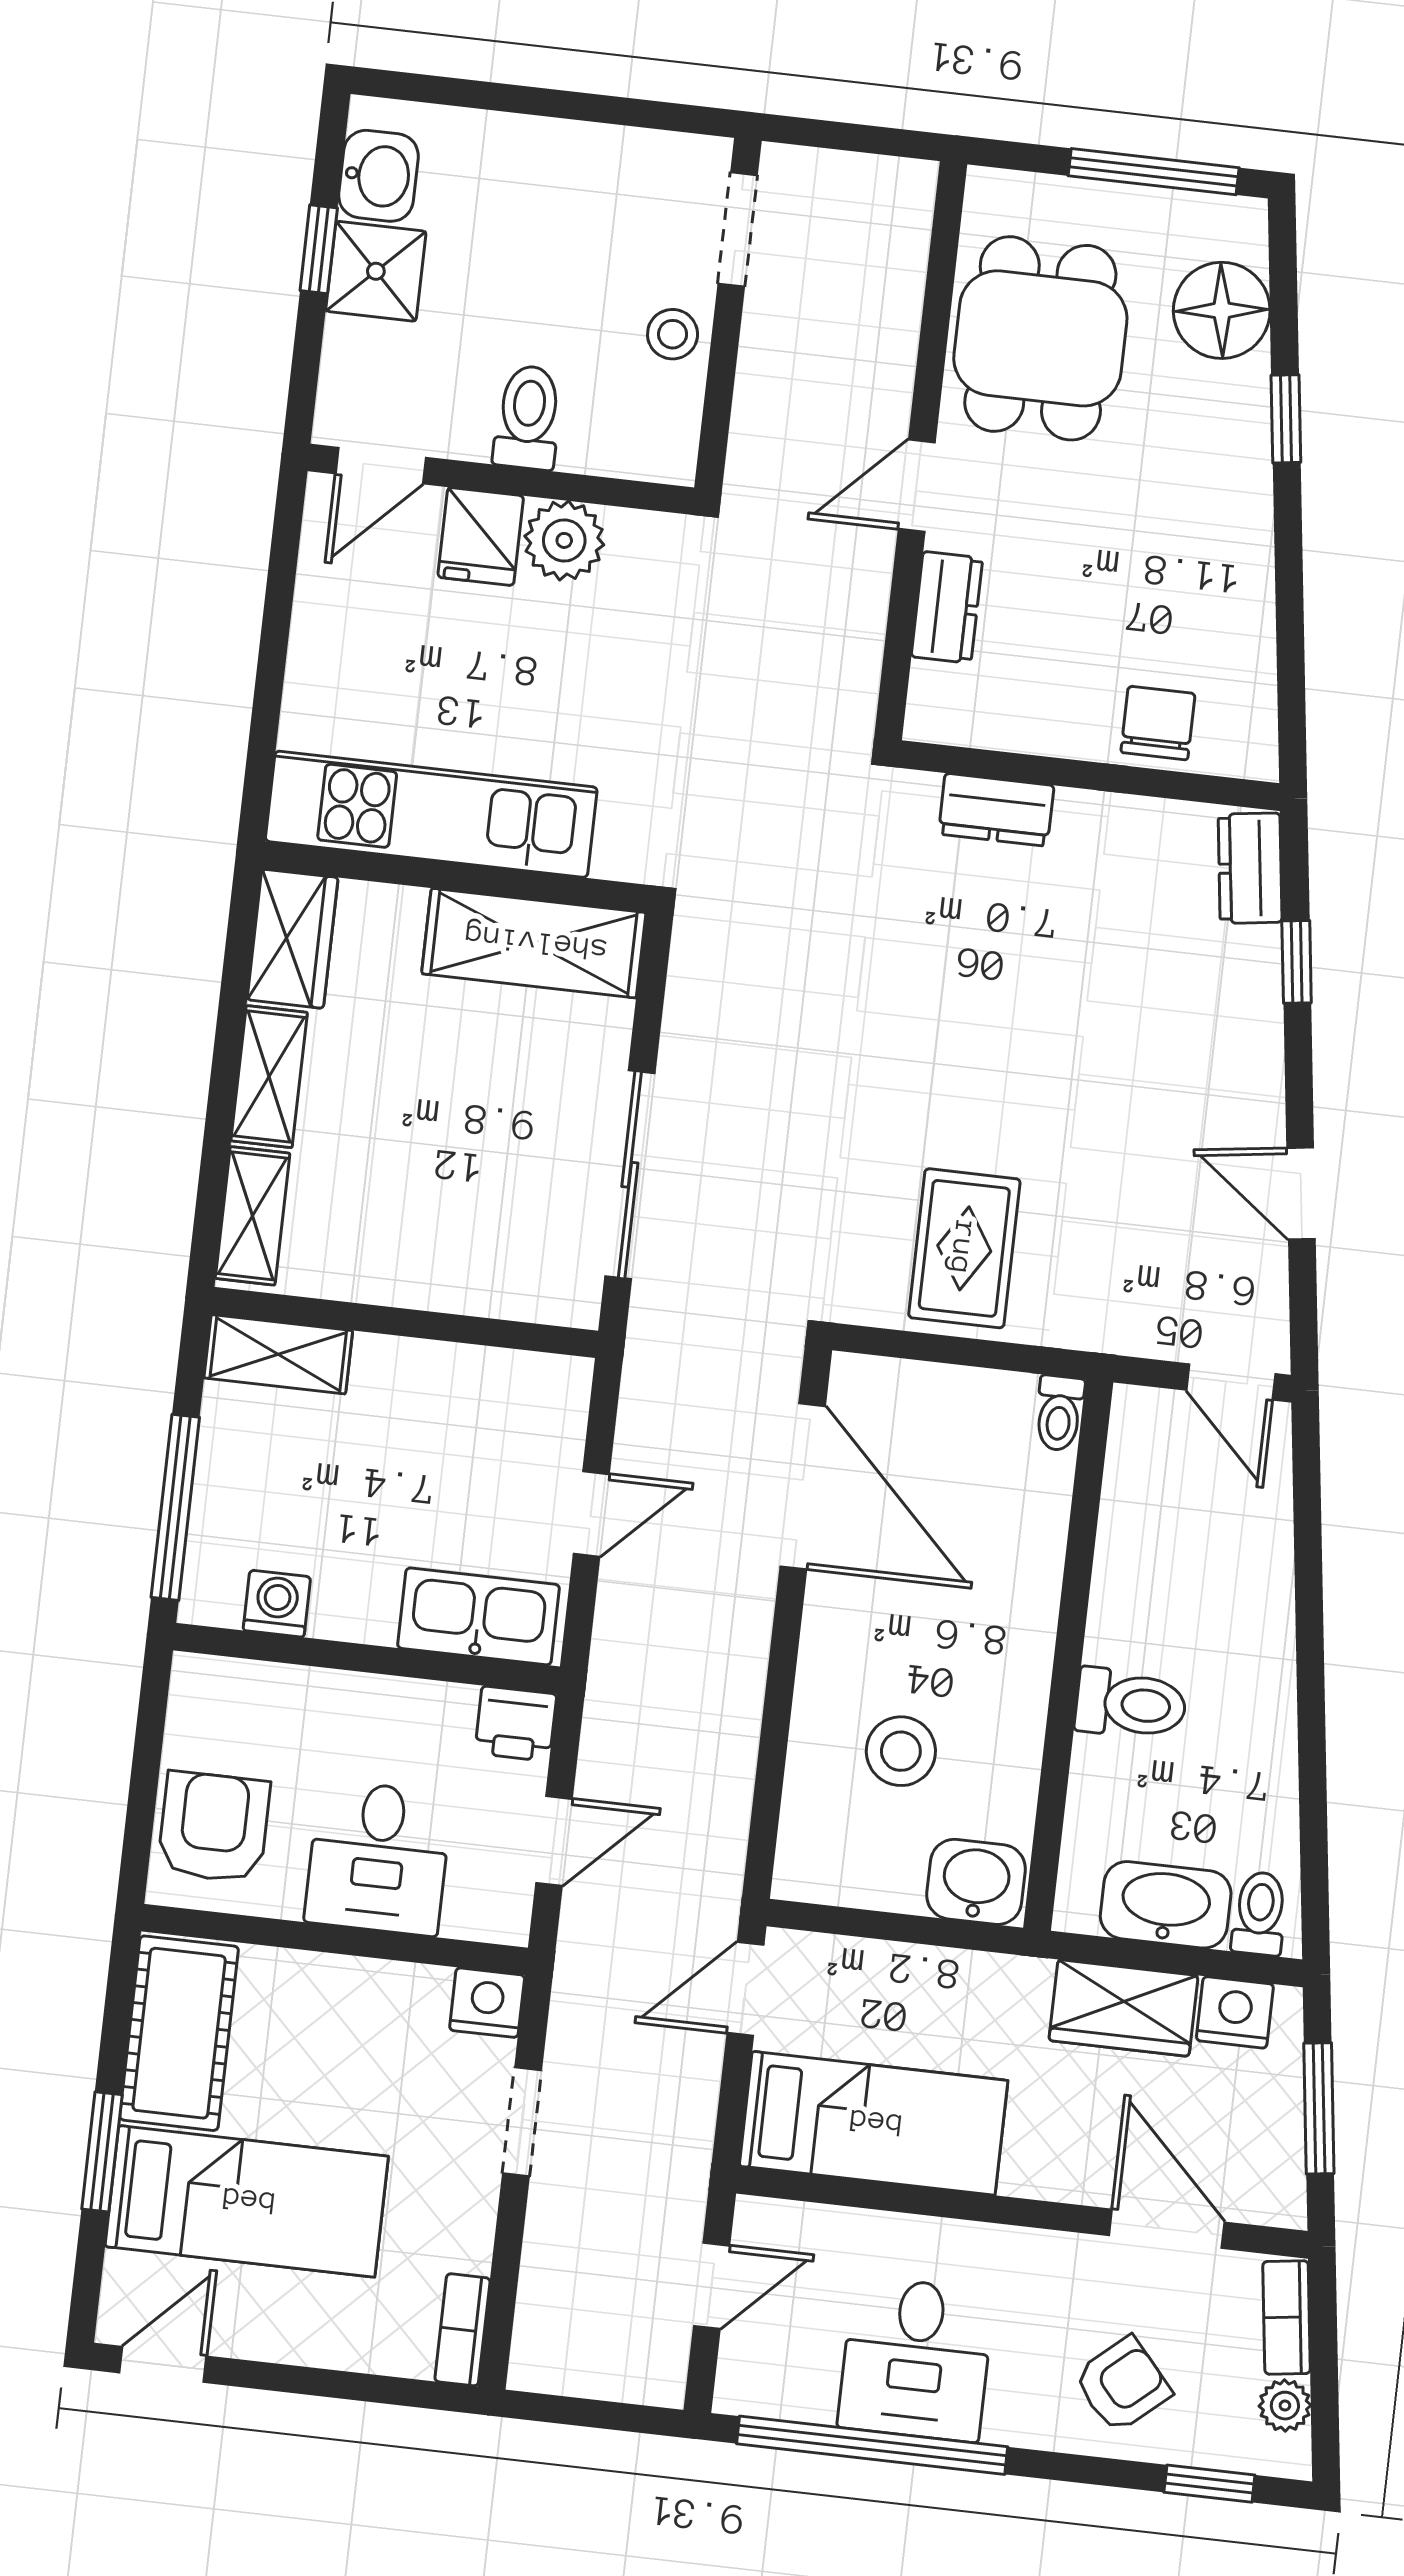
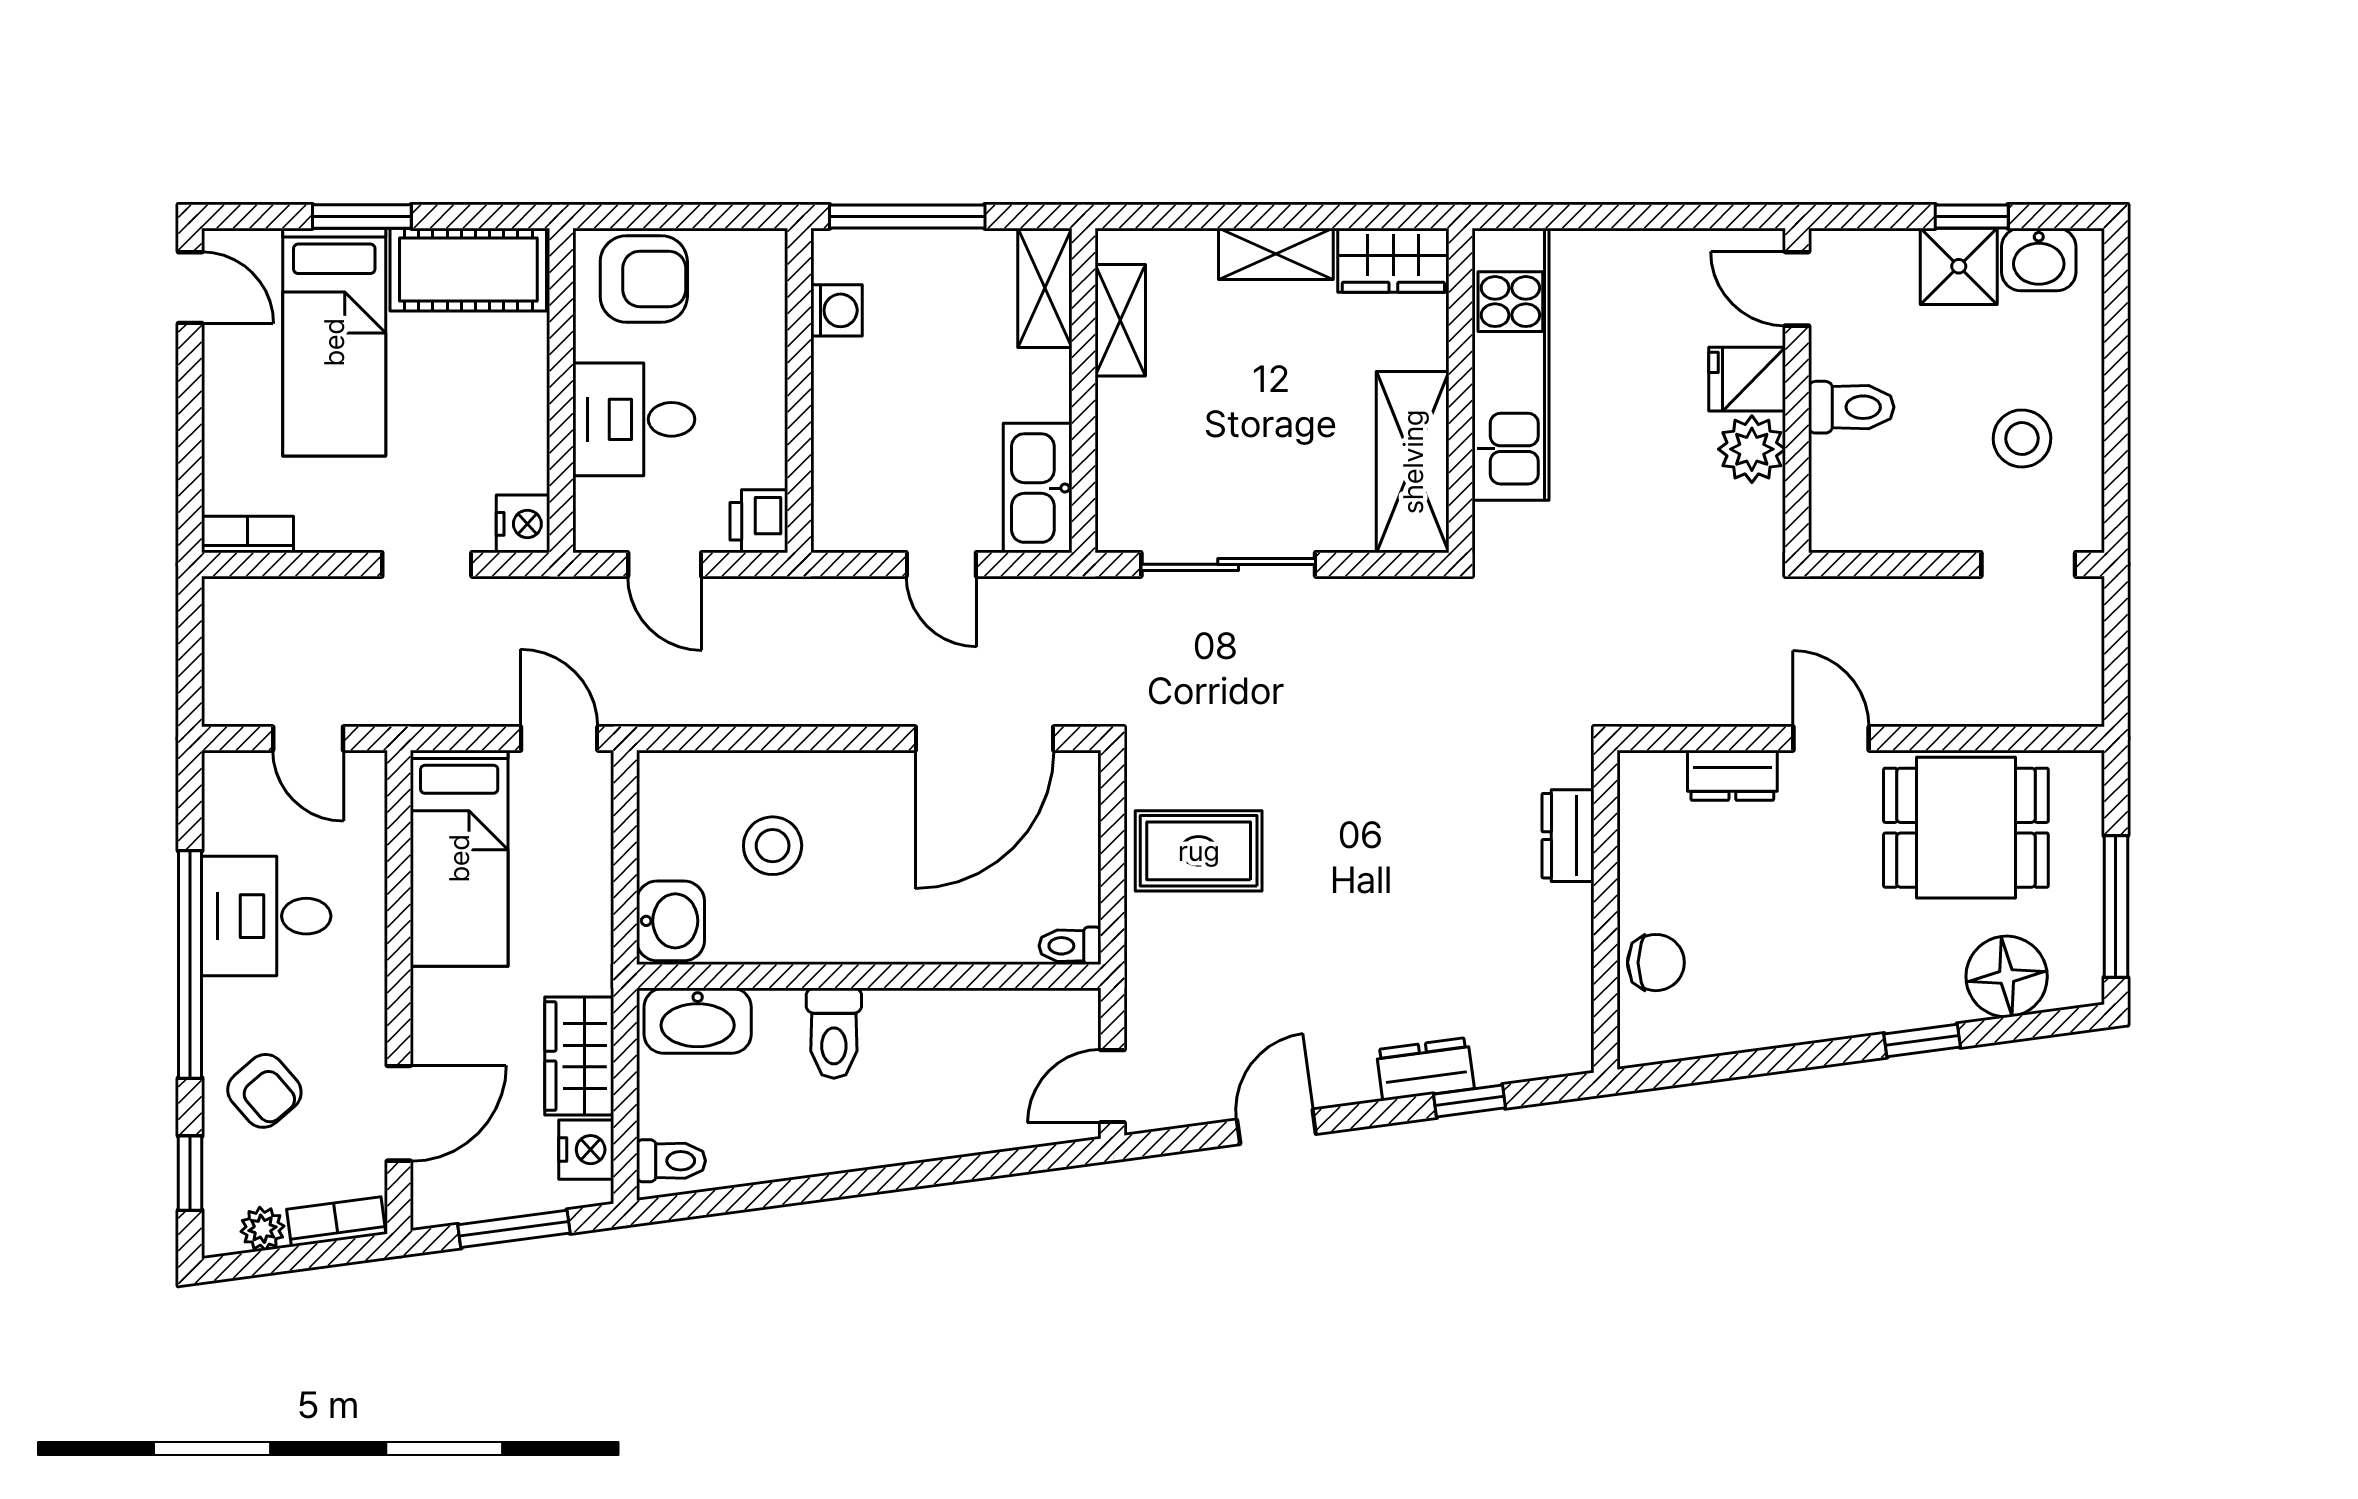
stool: (673, 334) -> (2022, 438), moved, width x1.37, depth x1.37
dresser: (1250, 868) -> (1425, 1069), moved
shelving: (253, 1216) -> (1120, 320), moved, turned 90
kitchen sink: (479, 1616) -> (1038, 488), moved, turned 180
washbasin: (1166, 1905) -> (698, 1021), moved, turned 90
window: (872, 2445) -> (190, 964), moved

